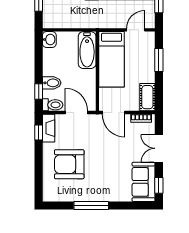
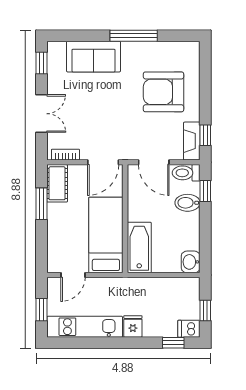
window: (159, 60) -> (41, 204), moved
door: (114, 113) -> (103, 162), swing flipped
armchair: (69, 164) -> (164, 92), turned 180
sofa: (144, 182) -> (93, 57), moved, turned 90

